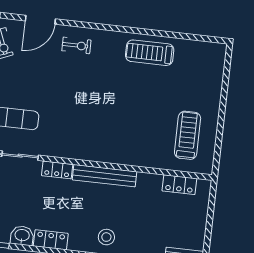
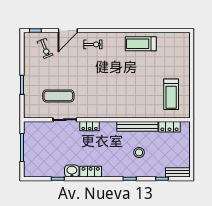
treadmill: (188, 135) -> (171, 94), turned 180
bench: (105, 176) -> (137, 126), moved
stool: (106, 237) -> (139, 152), moved

